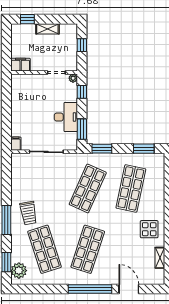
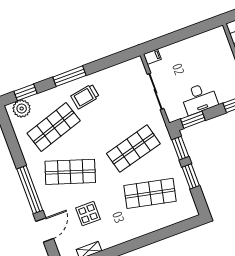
window: (144, 149) -> (191, 176), moved
shop shelf: (88, 188) -> (133, 149), turned -39
display table: (149, 229) -> (88, 214), moved

